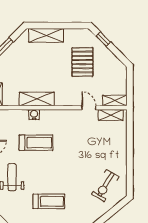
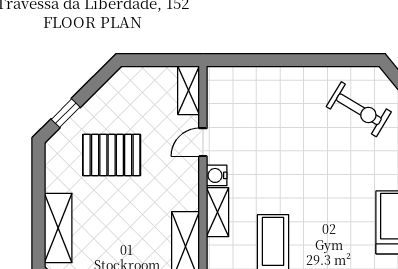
water cooler: (34, 115) -> (217, 175), moved
shelving: (111, 115) -> (217, 212), moved

